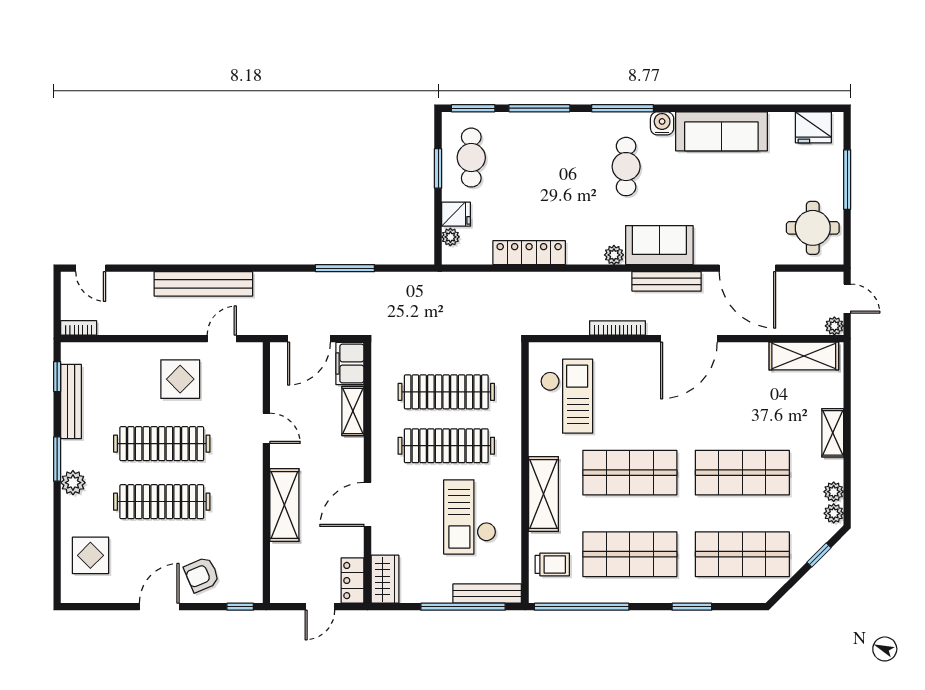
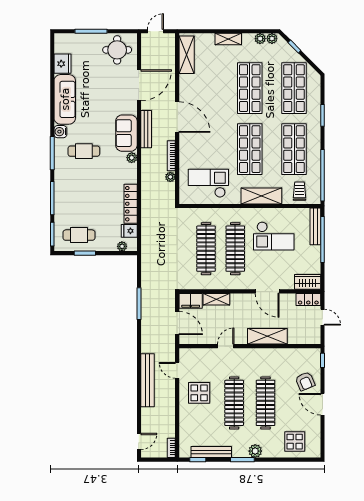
fridge: (813, 127) -> (63, 64), moved
fridge: (456, 214) -> (129, 231), moved, turned -90
plant: (834, 326) -> (170, 177), moved

